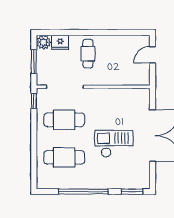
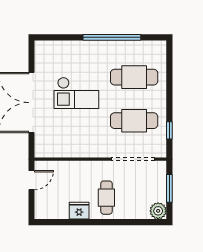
fridge: (60, 42) -> (79, 211), moved
door: (153, 55) -> (32, 180), moved
window: (34, 101) -> (169, 130), moved
window: (132, 192) -> (55, 37), removed

